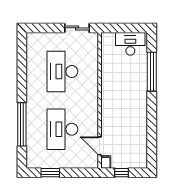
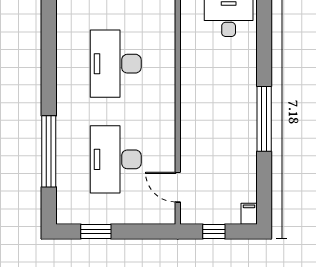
window: (152, 72) -> (264, 119), moved
filing cabinet: (106, 162) -> (249, 214), moved

